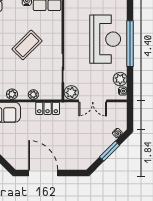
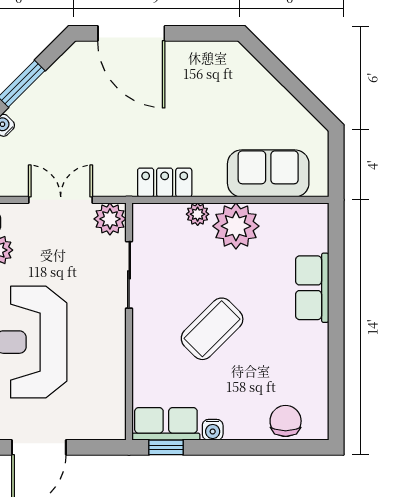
plant: (12, 94) -> (236, 226), width x1.88, depth x1.88
door: (43, 173) -> (131, 33), moved

